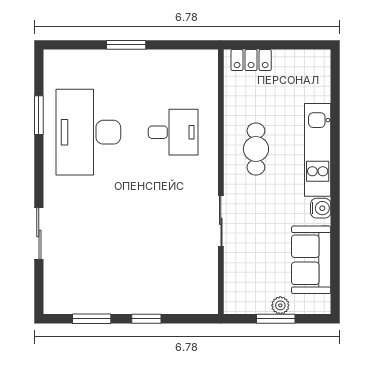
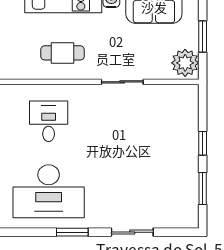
window: (39, 115) -> (72, 232), moved
plant: (280, 305) -> (185, 63), moved, width x1.88, depth x1.88

